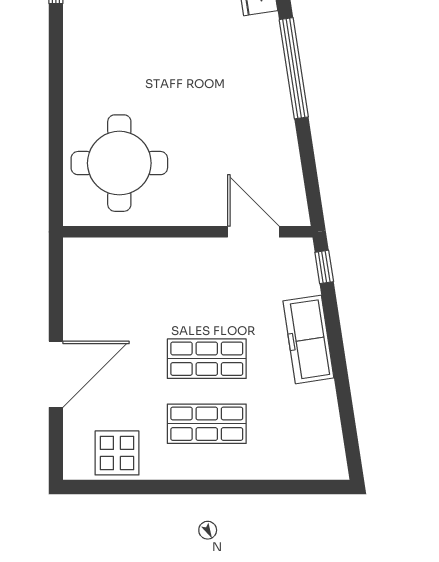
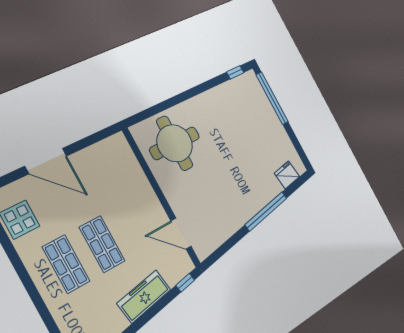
door: (253, 232) -> (181, 234), swing flipped

